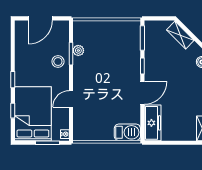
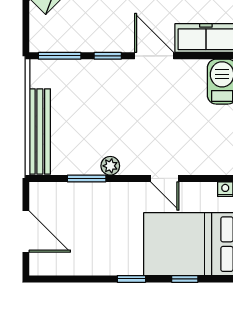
bench: (98, 26) -> (40, 131), added
plant: (78, 50) -> (110, 166), moved
stool: (58, 62) -> (100, 201), removed

